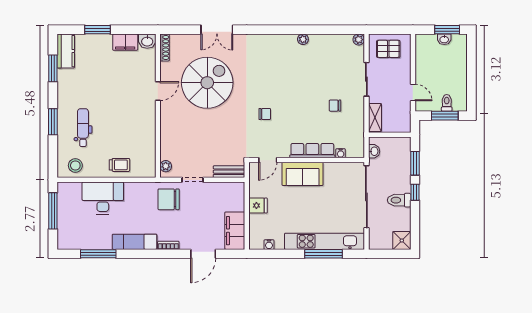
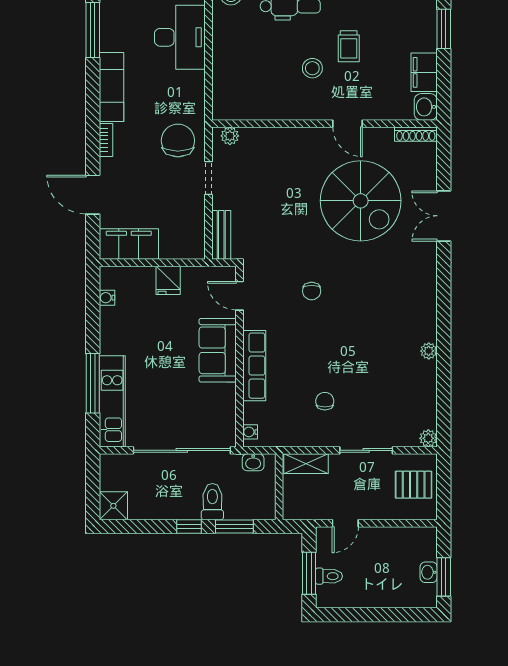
pallet: (388, 49) -> (414, 485), turned 90
stool: (123, 113) -> (312, 68), added
water cooler: (341, 153) -> (250, 432), moved
trolley: (119, 165) -> (349, 46), moved
toilet: (399, 200) -> (212, 502), moved
kitchen unit: (324, 241) -> (112, 401), width x0.73

